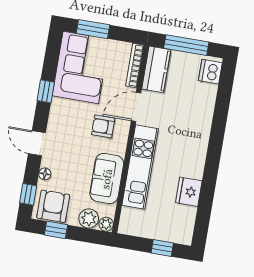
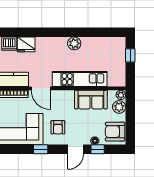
armchair: (103, 126) -> (58, 127), moved
plant: (194, 168) -> (74, 43), added
fridge: (189, 192) -> (26, 44), moved
window: (28, 194) -> (98, 149), moved
window: (56, 230) -> (130, 127), removed

